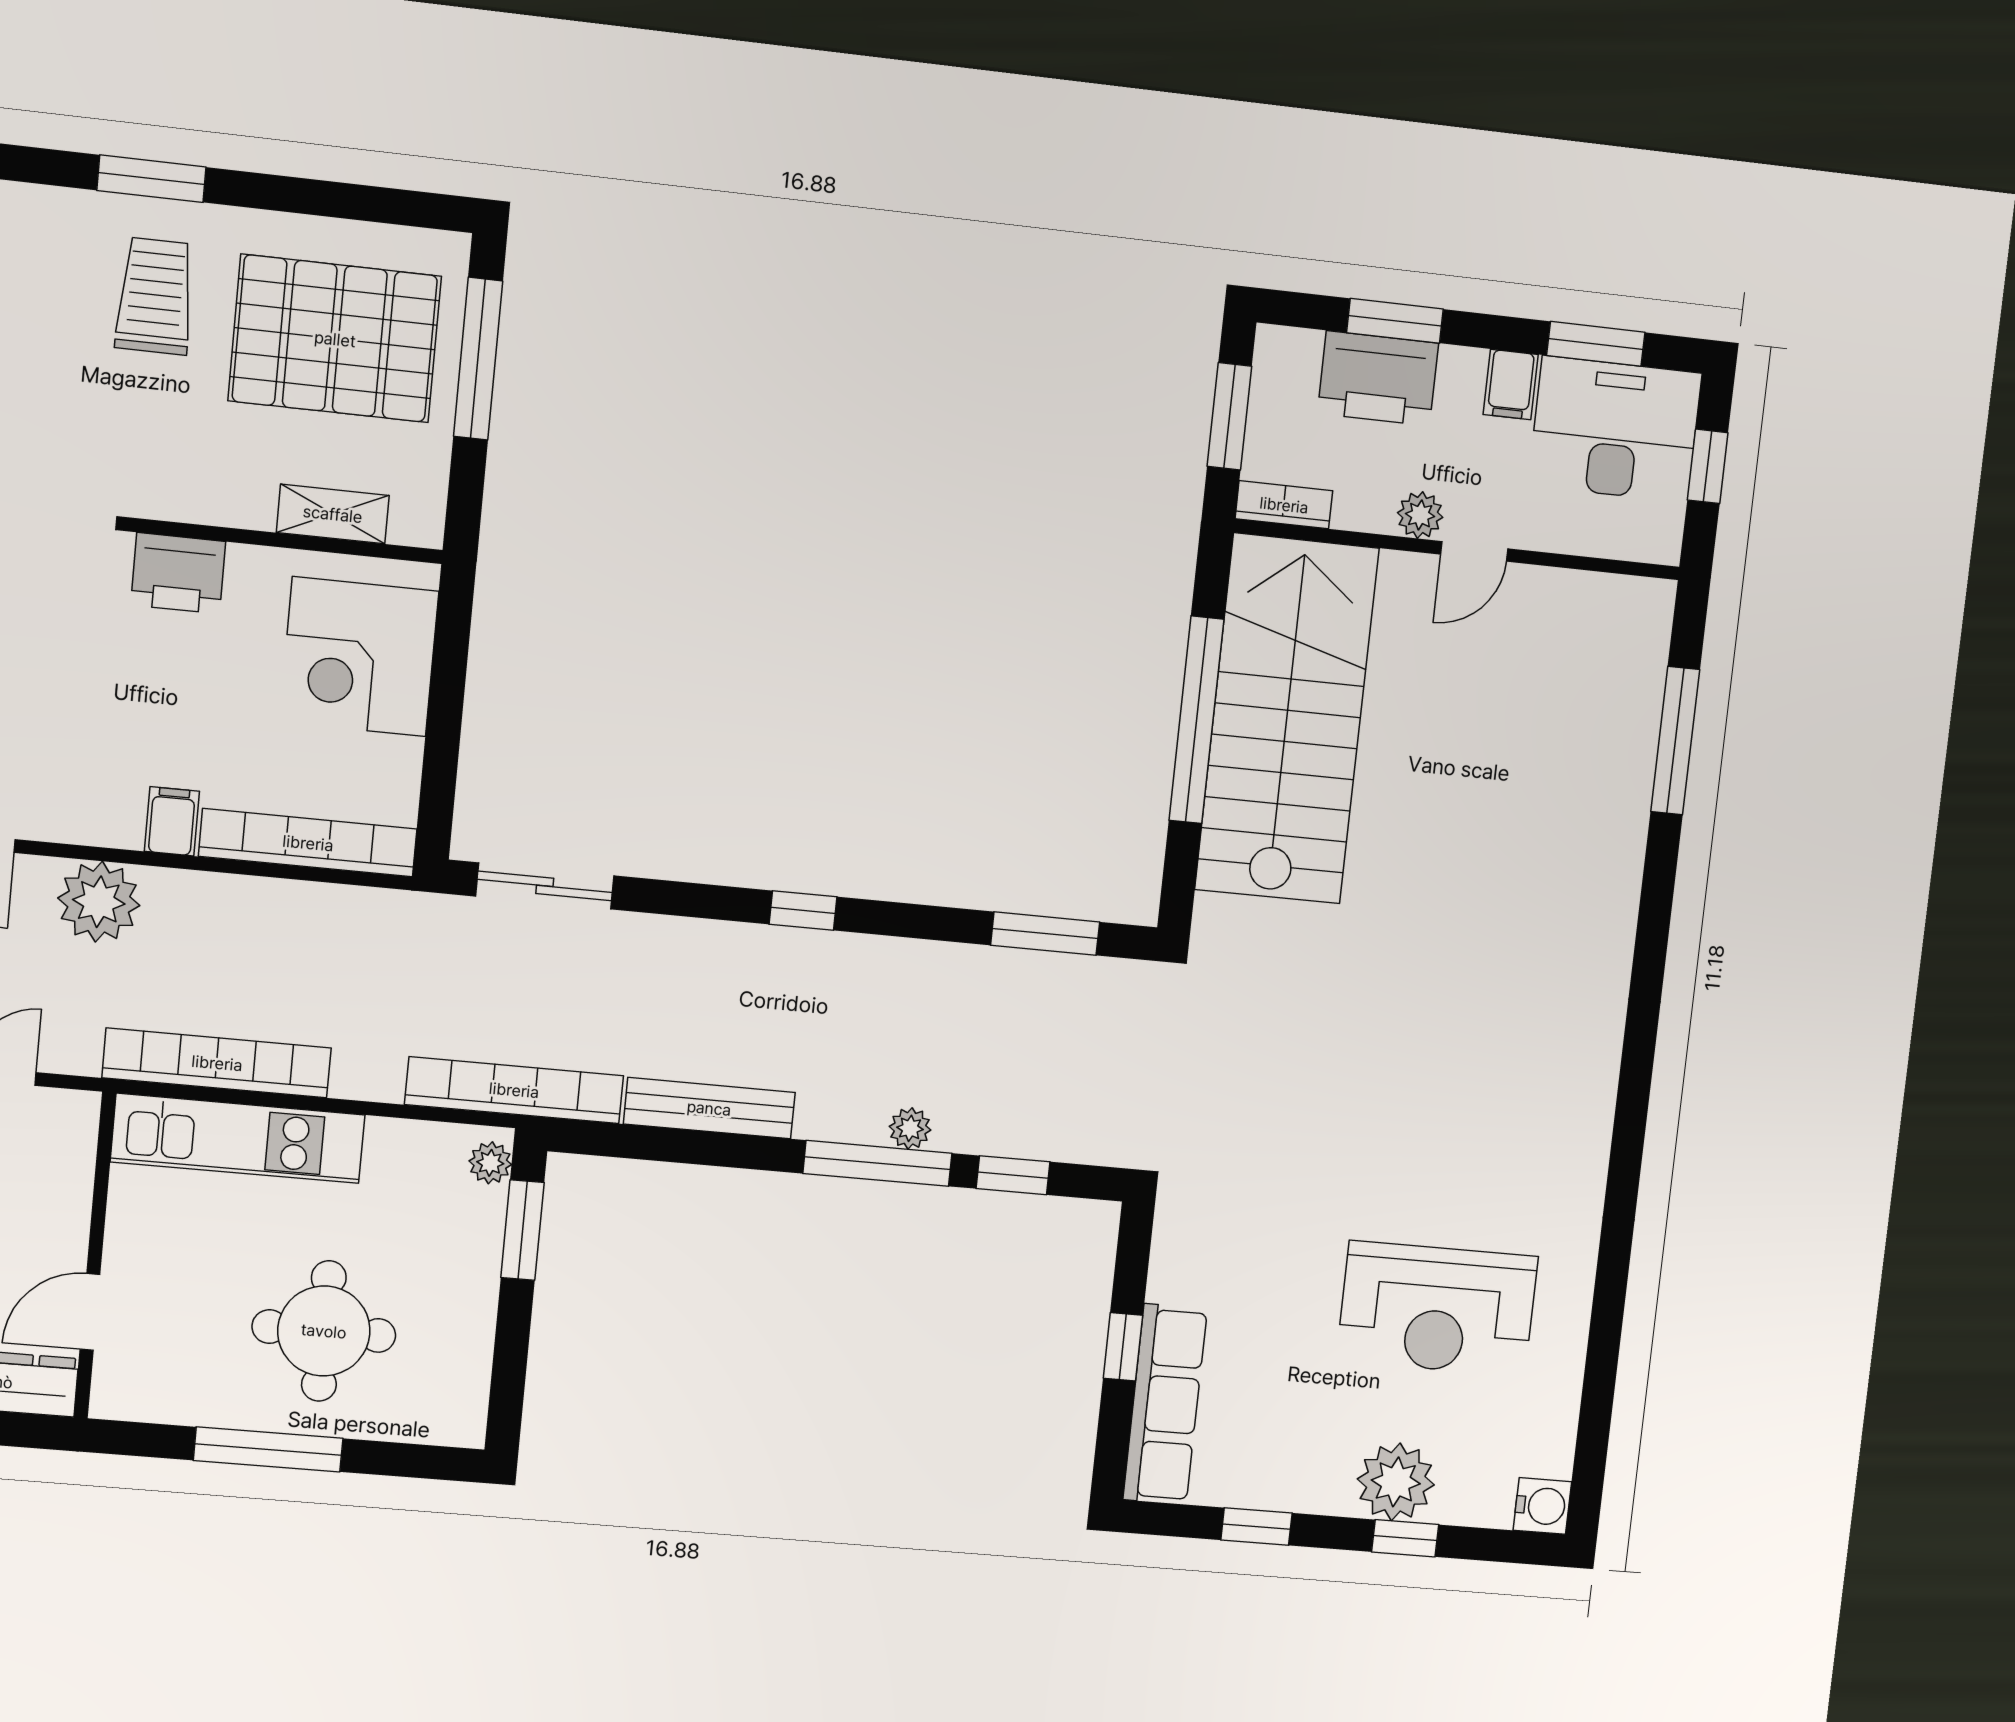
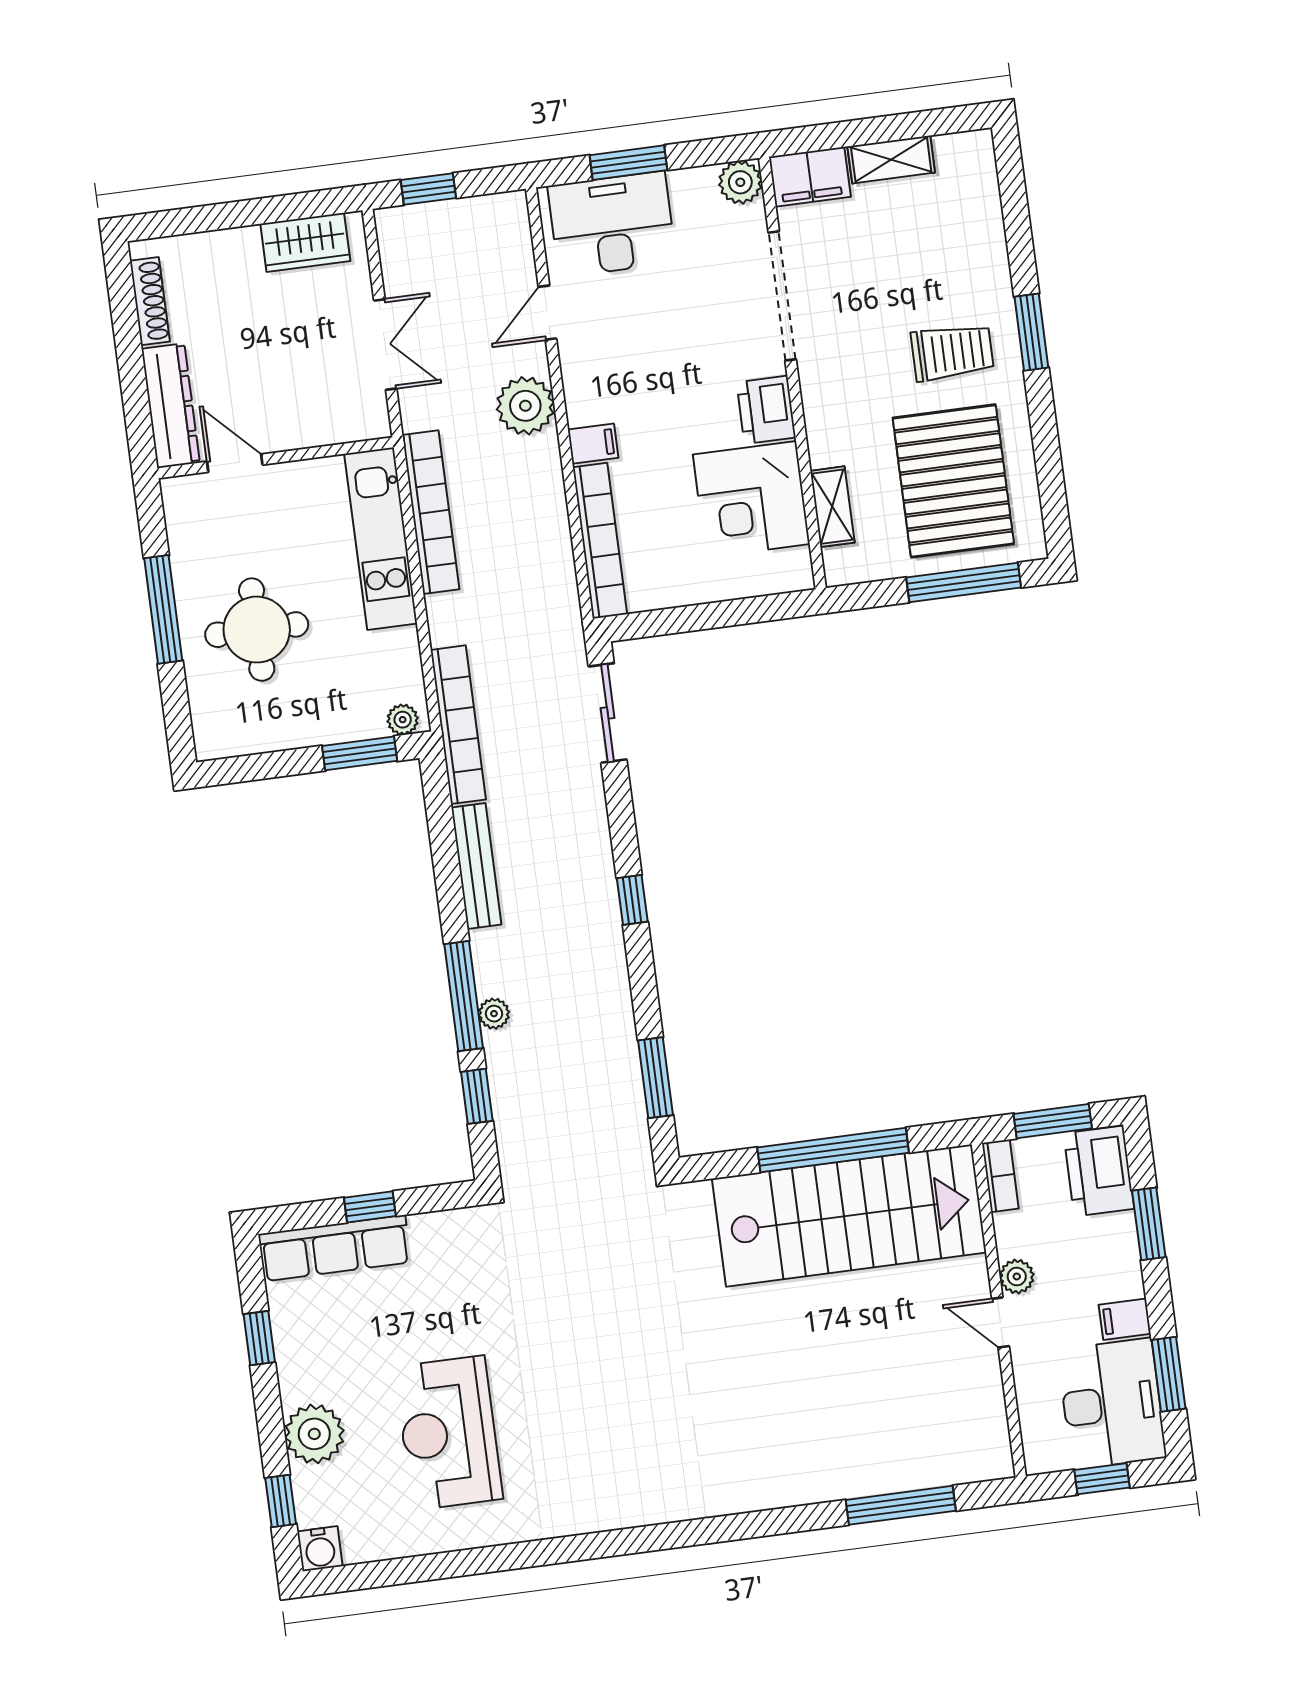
printer: (1378, 378) -> (1099, 1171), moved
corner desk: (359, 657) -> (751, 499), moved, turned -90
window: (1405, 1538) -> (281, 1501), moved

